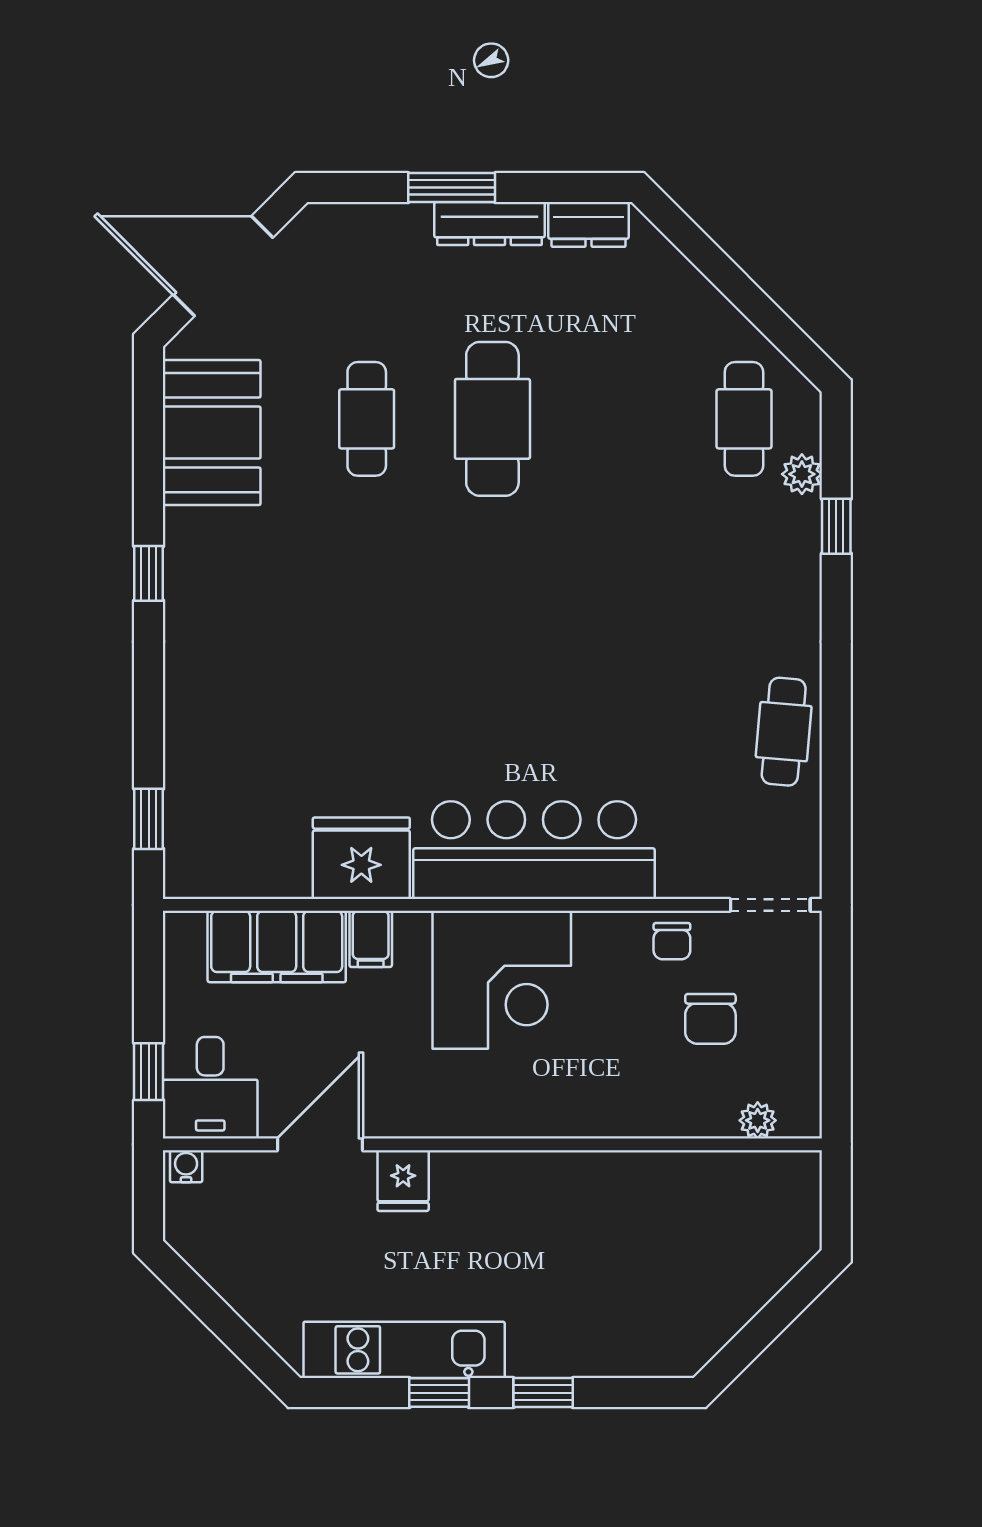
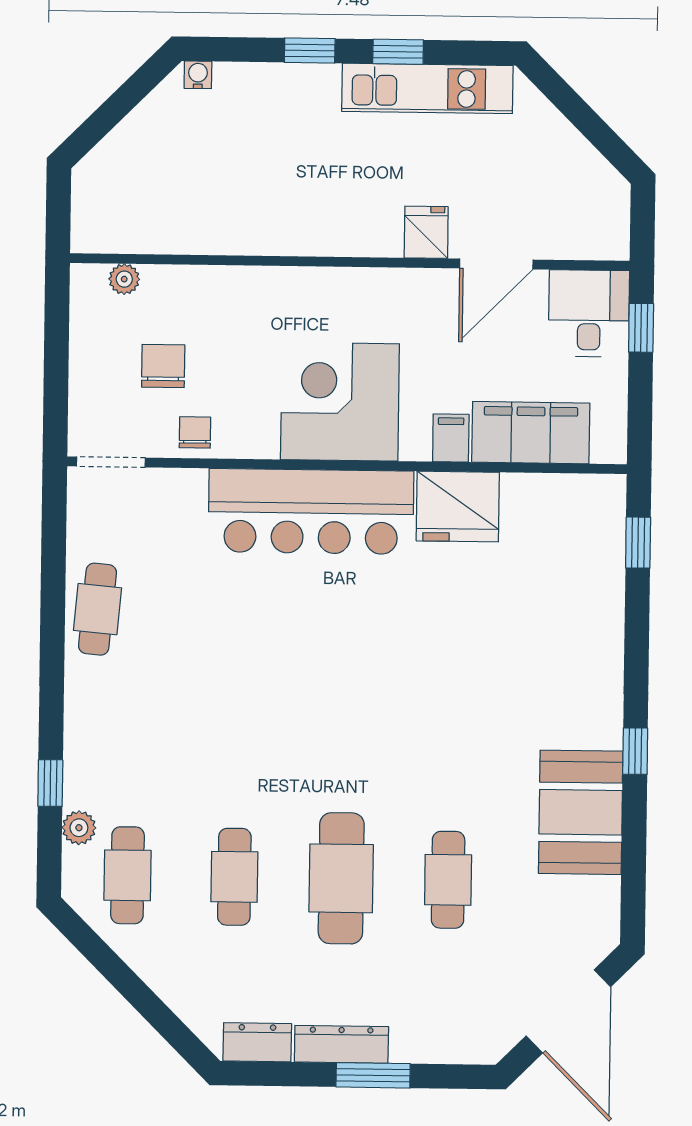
door: (223, 266) -> (568, 1011), hinge flipped
cafe table: (618, 419) -> (234, 877), added
booth: (212, 433) -> (581, 812), moved
water cooler: (186, 1166) -> (198, 75), moved, turned 180

